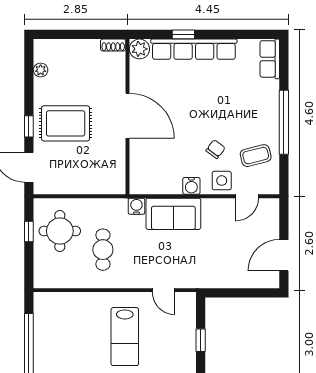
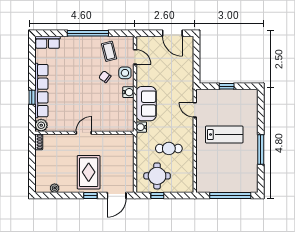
door: (127, 116) -> (84, 133), width x0.53
door: (164, 290) -> (195, 110), swing flipped

